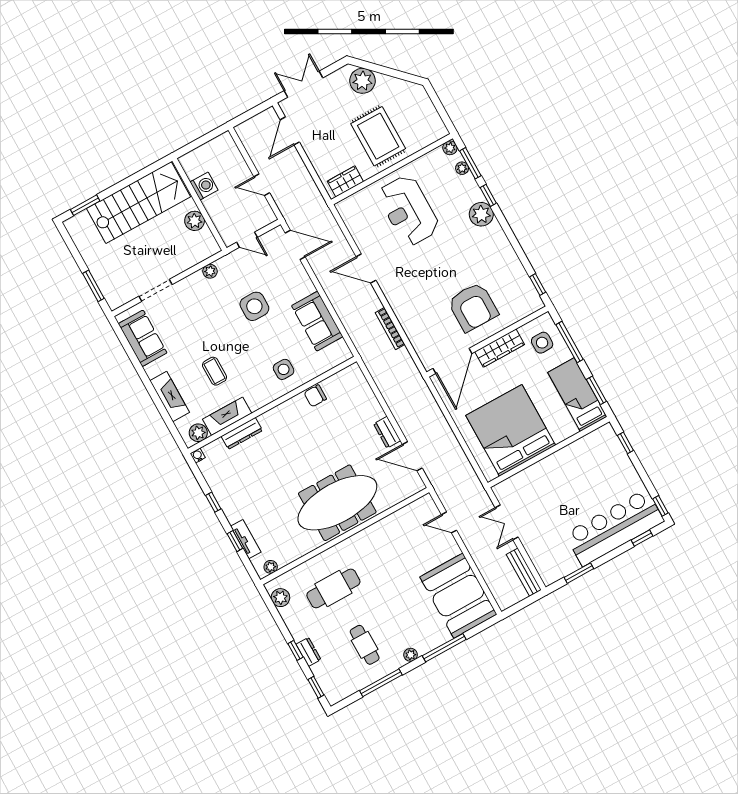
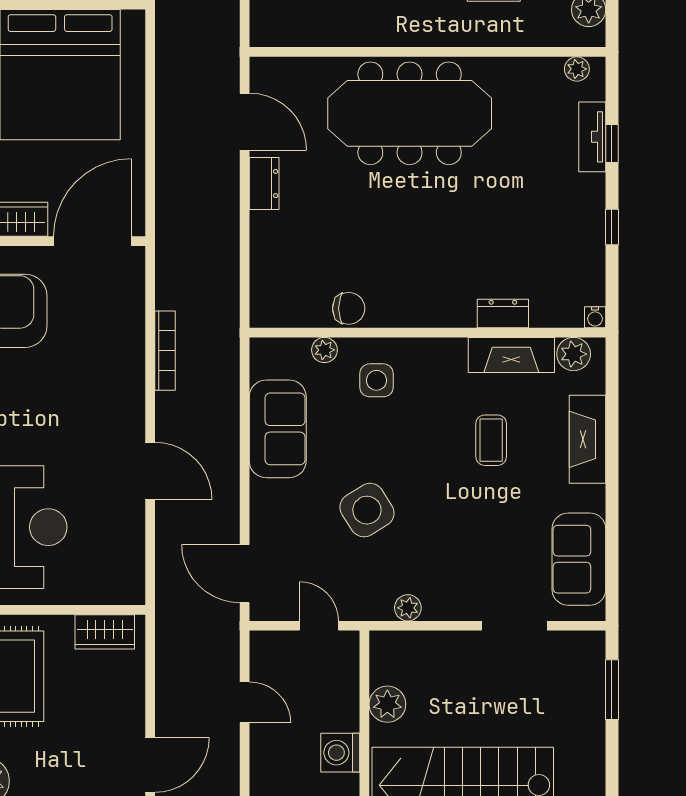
side table: (254, 306) -> (367, 510), turned -32
plant: (316, 370) -> (324, 350), added
dresser: (242, 433) -> (503, 313), width x0.70

